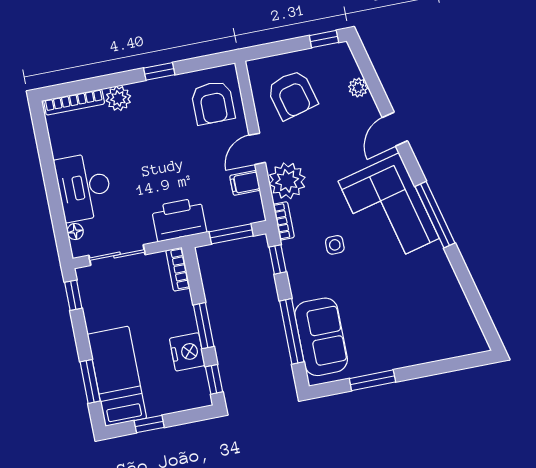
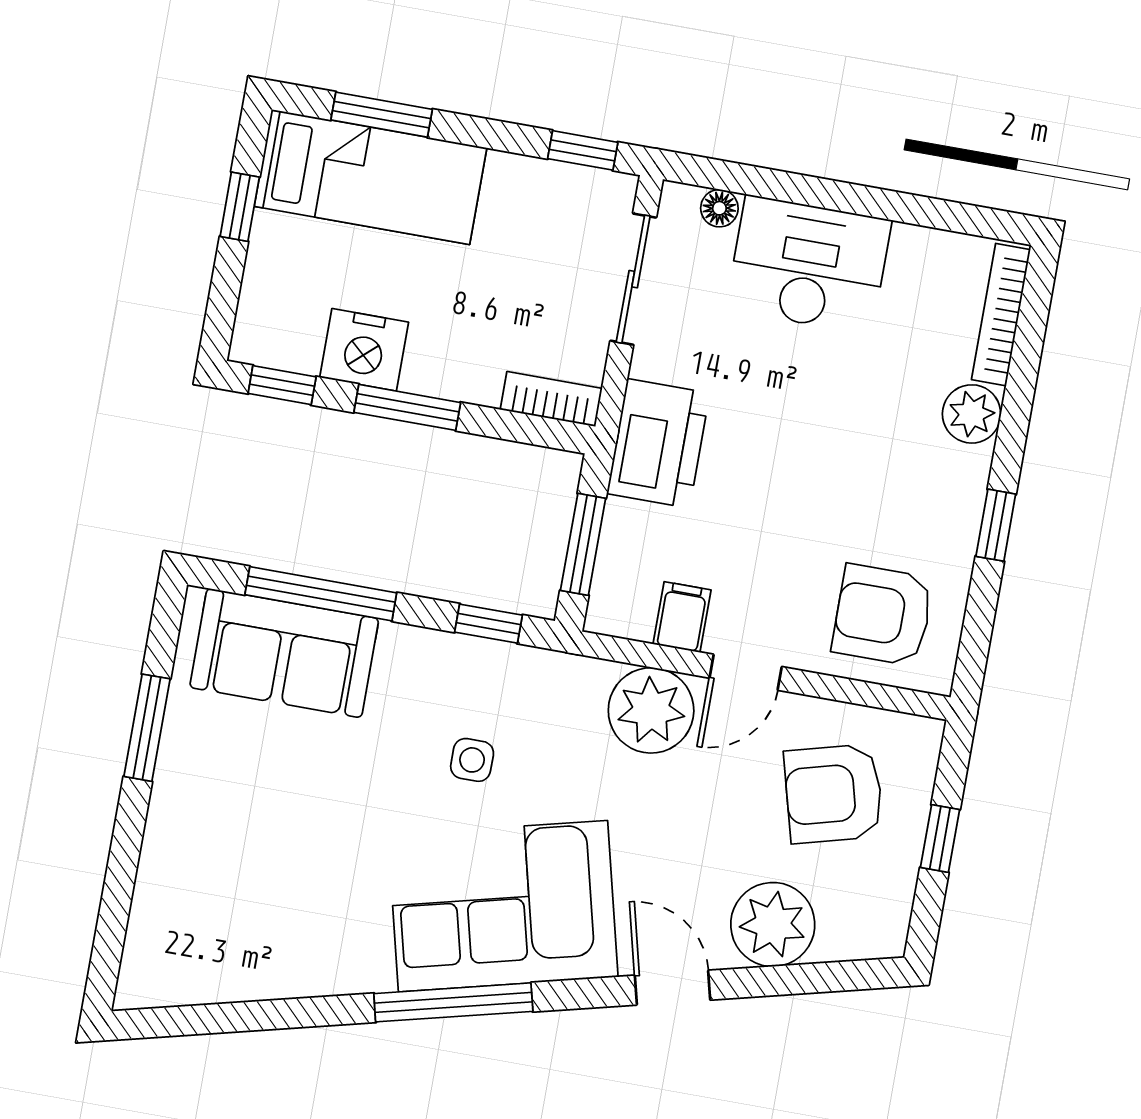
window: (324, 39) -> (940, 839), moved
plant: (358, 88) -> (773, 924), width x1.88, depth x1.88
door: (257, 149) -> (746, 672), swing flipped
bookcase: (284, 221) -> (567, 669), removed

